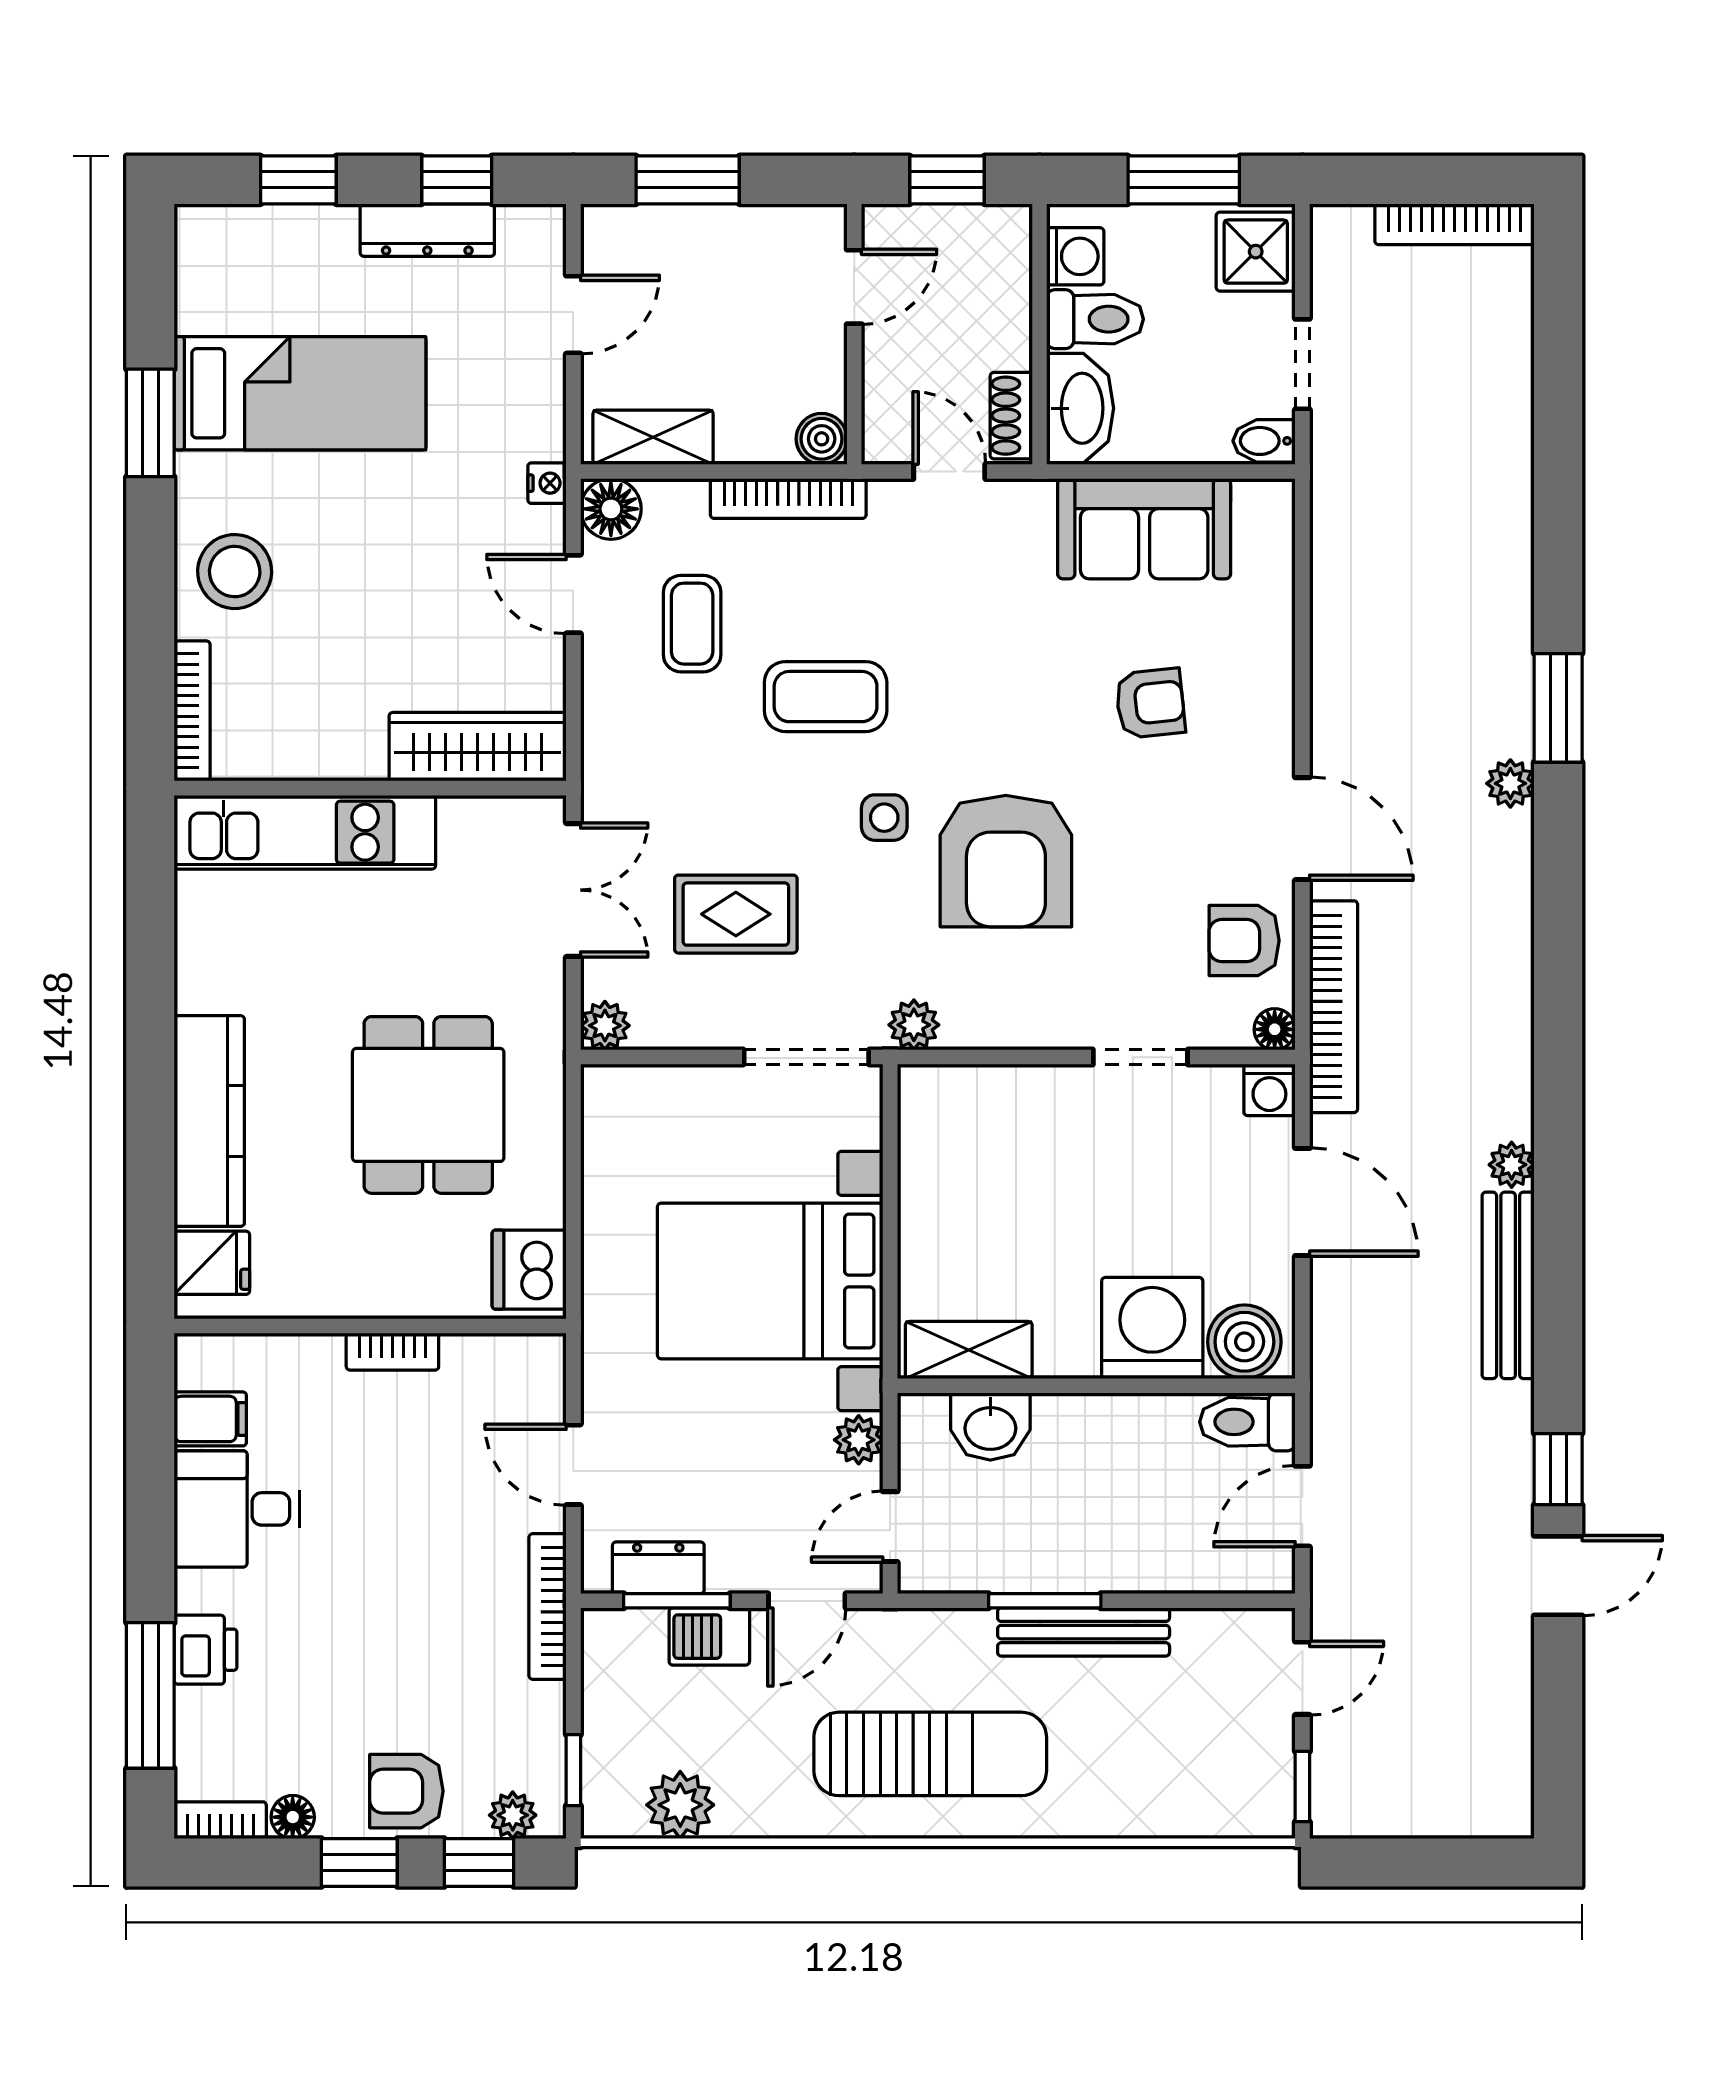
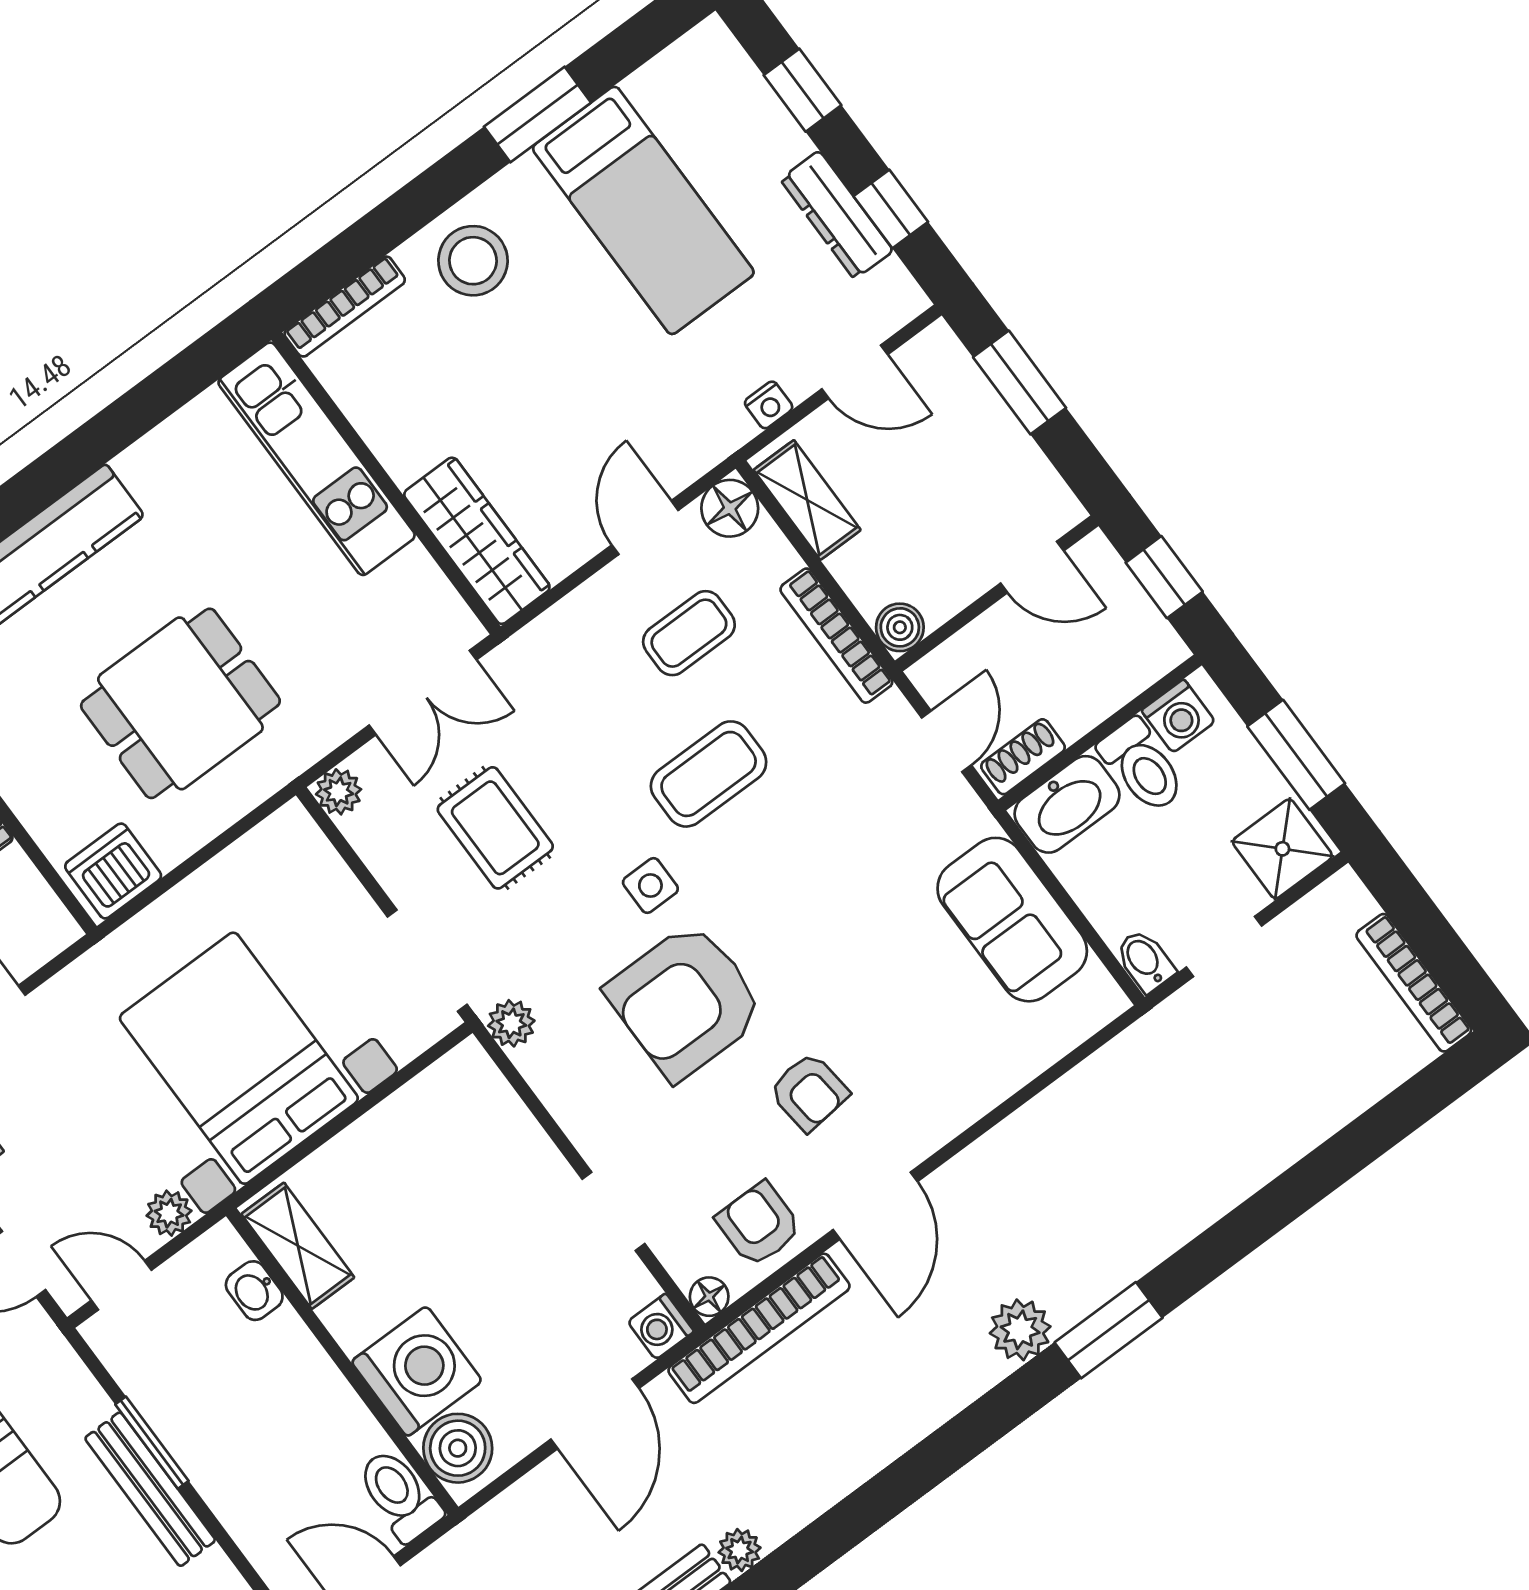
nightstand: (547, 483) -> (769, 405), moved
coffee table: (826, 697) -> (709, 774), turned 90
armchair: (1150, 703) -> (809, 1092), moved
plant: (1510, 783) -> (1020, 1330), width x1.38, depth x1.38
washbasin: (990, 1426) -> (254, 1291), width x0.72, depth x0.69

